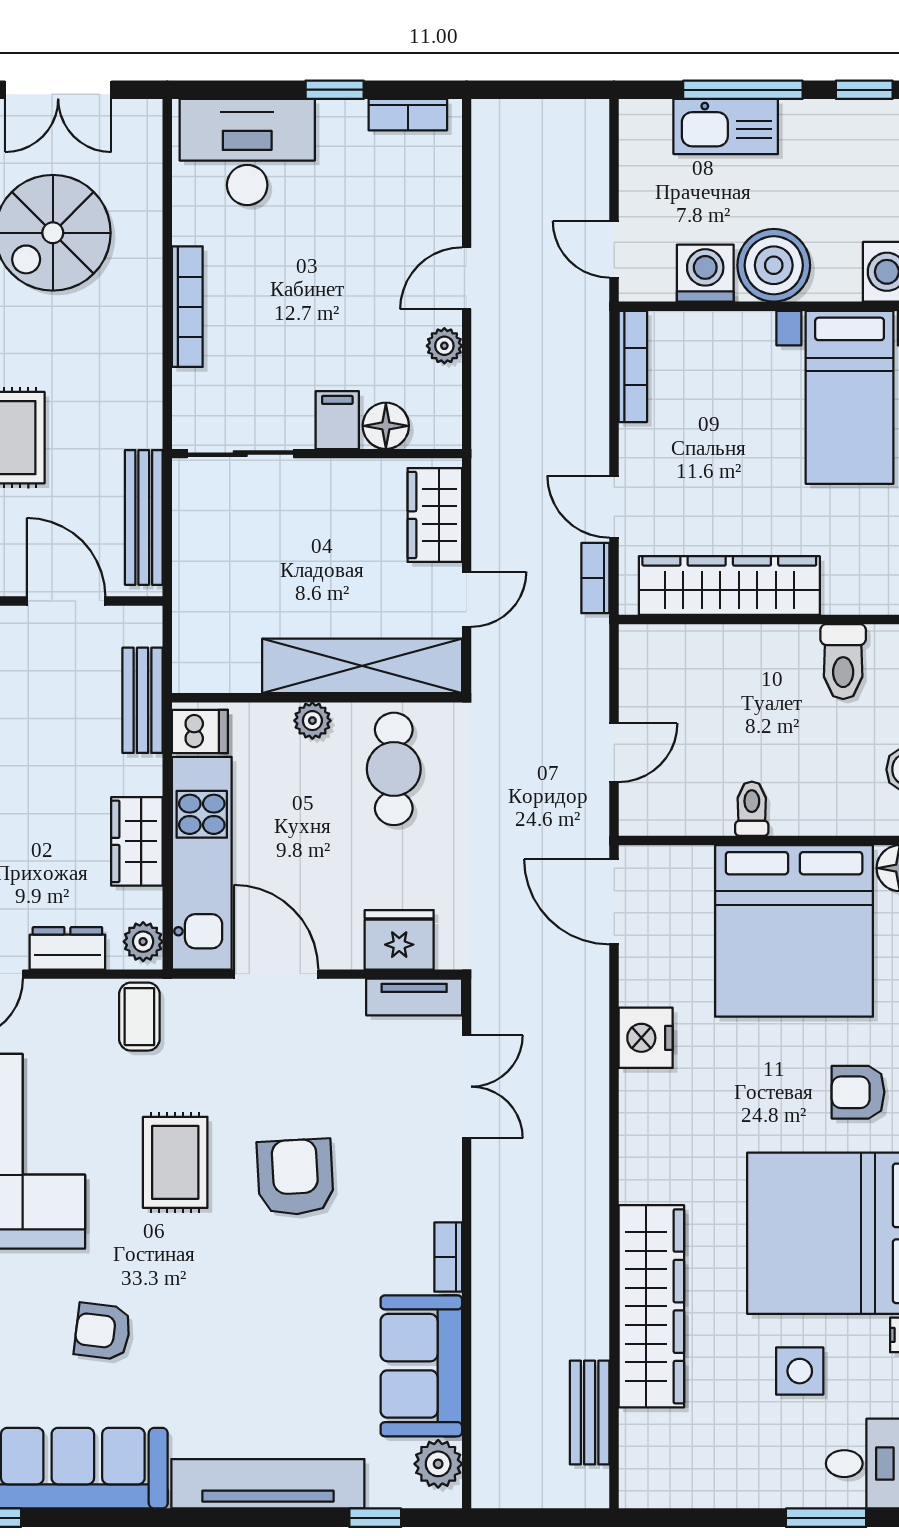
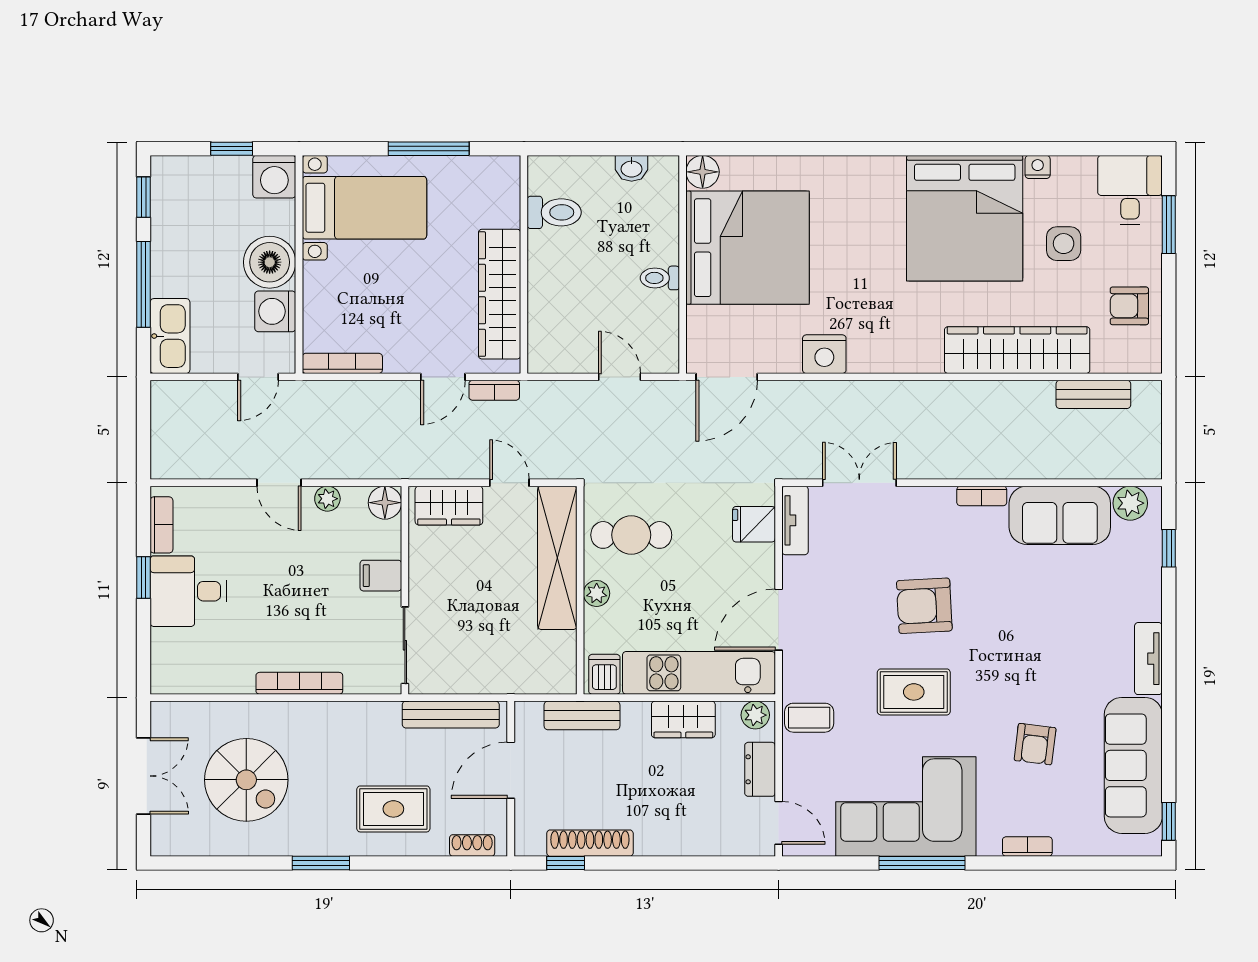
kitchen sink: (726, 126) -> (170, 336), moved
desk: (247, 152) -> (188, 591), moved, width x0.73
floor lamp: (386, 426) -> (385, 503), moved
fridge: (399, 940) -> (754, 524), width x0.72
armchair: (858, 1092) -> (1129, 306), moved, turned 90
tv unit: (268, 1484) -> (1148, 659), width x0.52, depth x0.78

